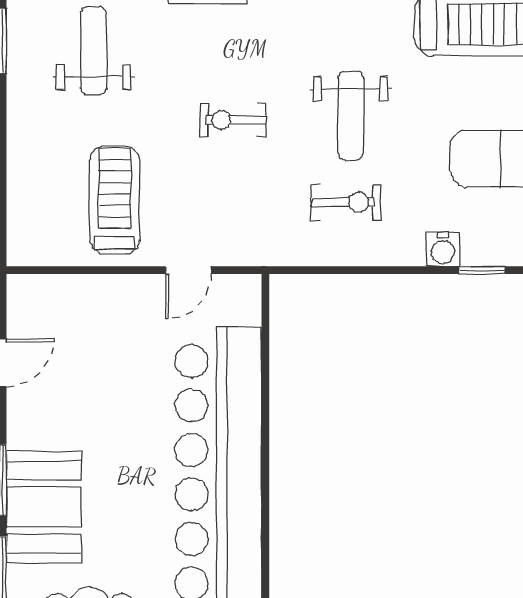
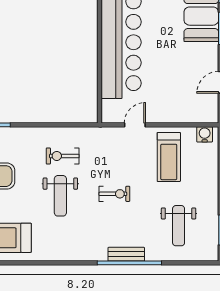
weight bench: (351, 116) -> (60, 196), turned 180
water cooler: (443, 249) -> (205, 134), moved

